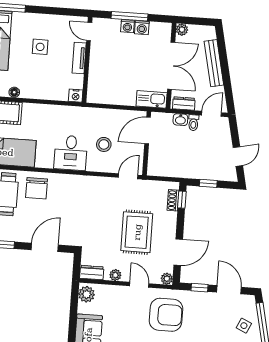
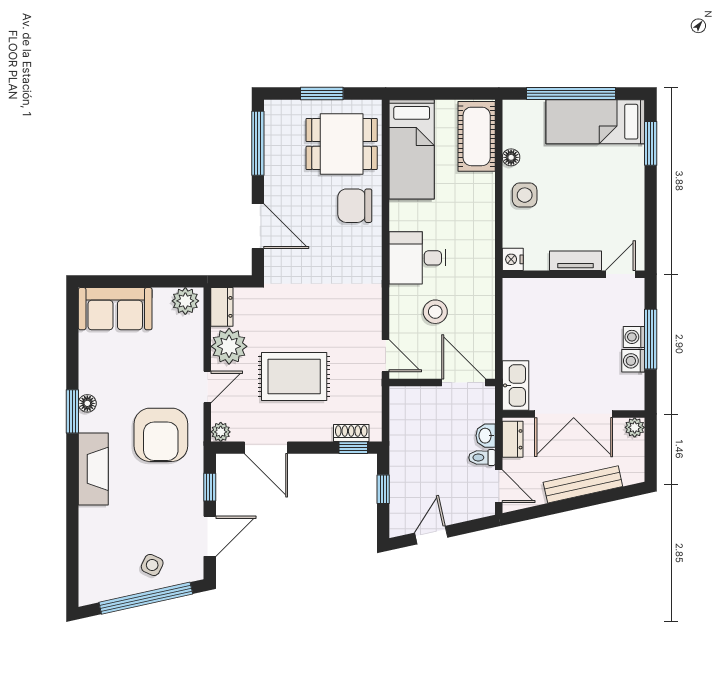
side table: (40, 47) -> (525, 195), moved
door: (238, 157) -> (431, 535), swing flipped
plant: (115, 275) -> (229, 346), width x1.87, depth x1.87

